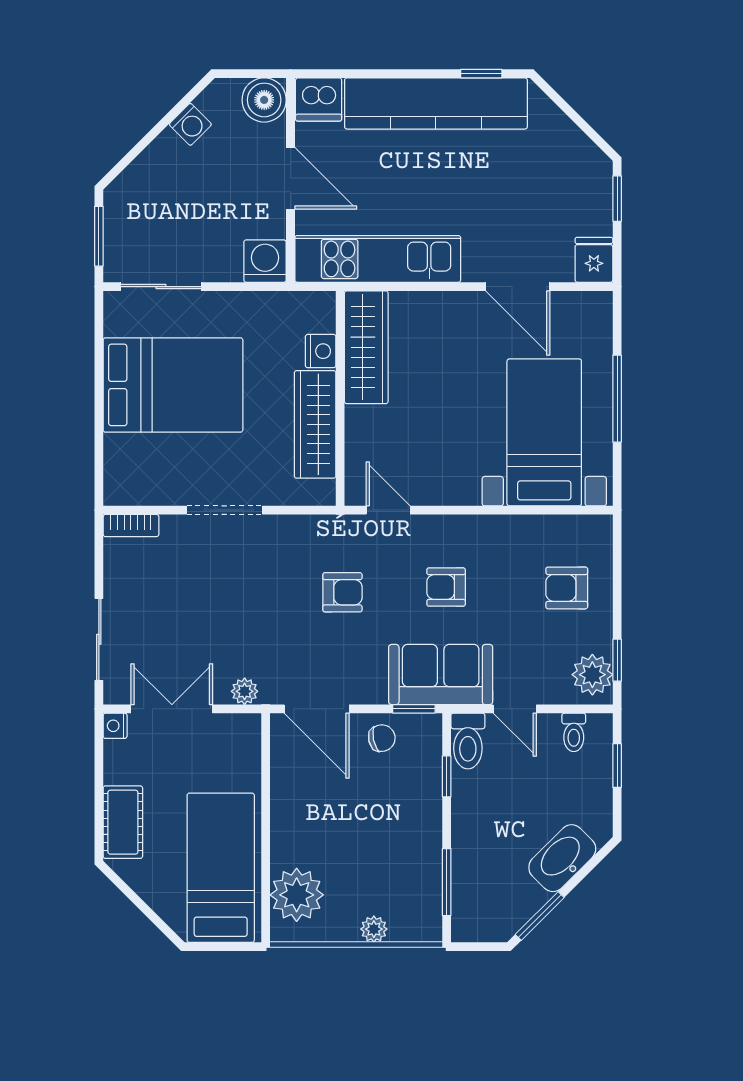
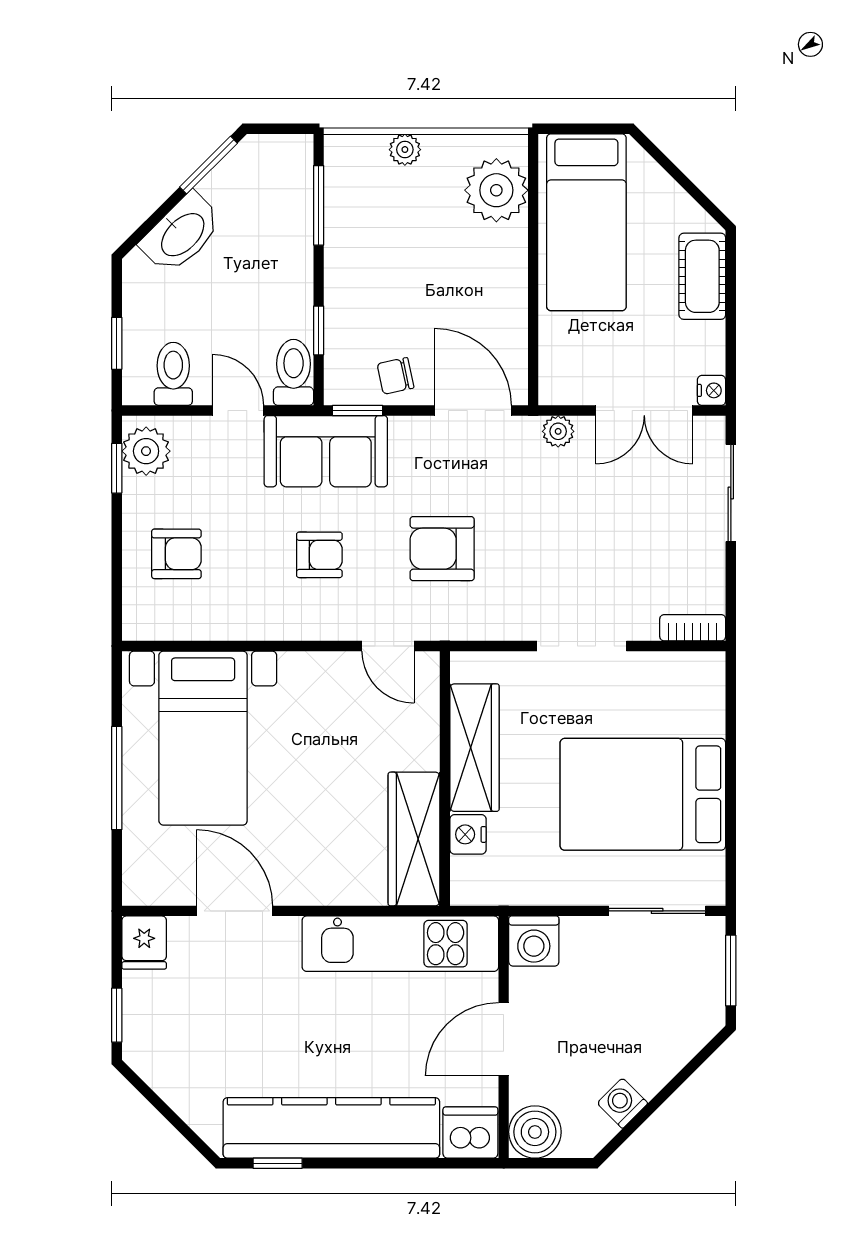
door: (291, 178) -> (504, 1039), hinge flipped
armchair: (342, 592) -> (442, 549), width x1.38, depth x1.38
toilet: (574, 732) -> (173, 374), width x1.37, depth x1.39

